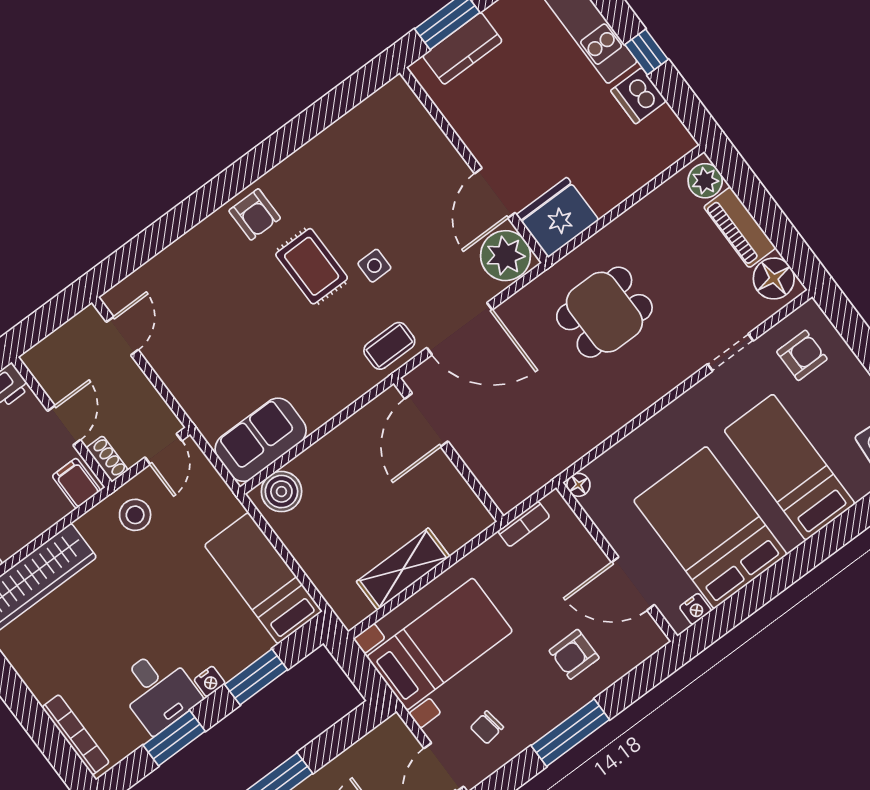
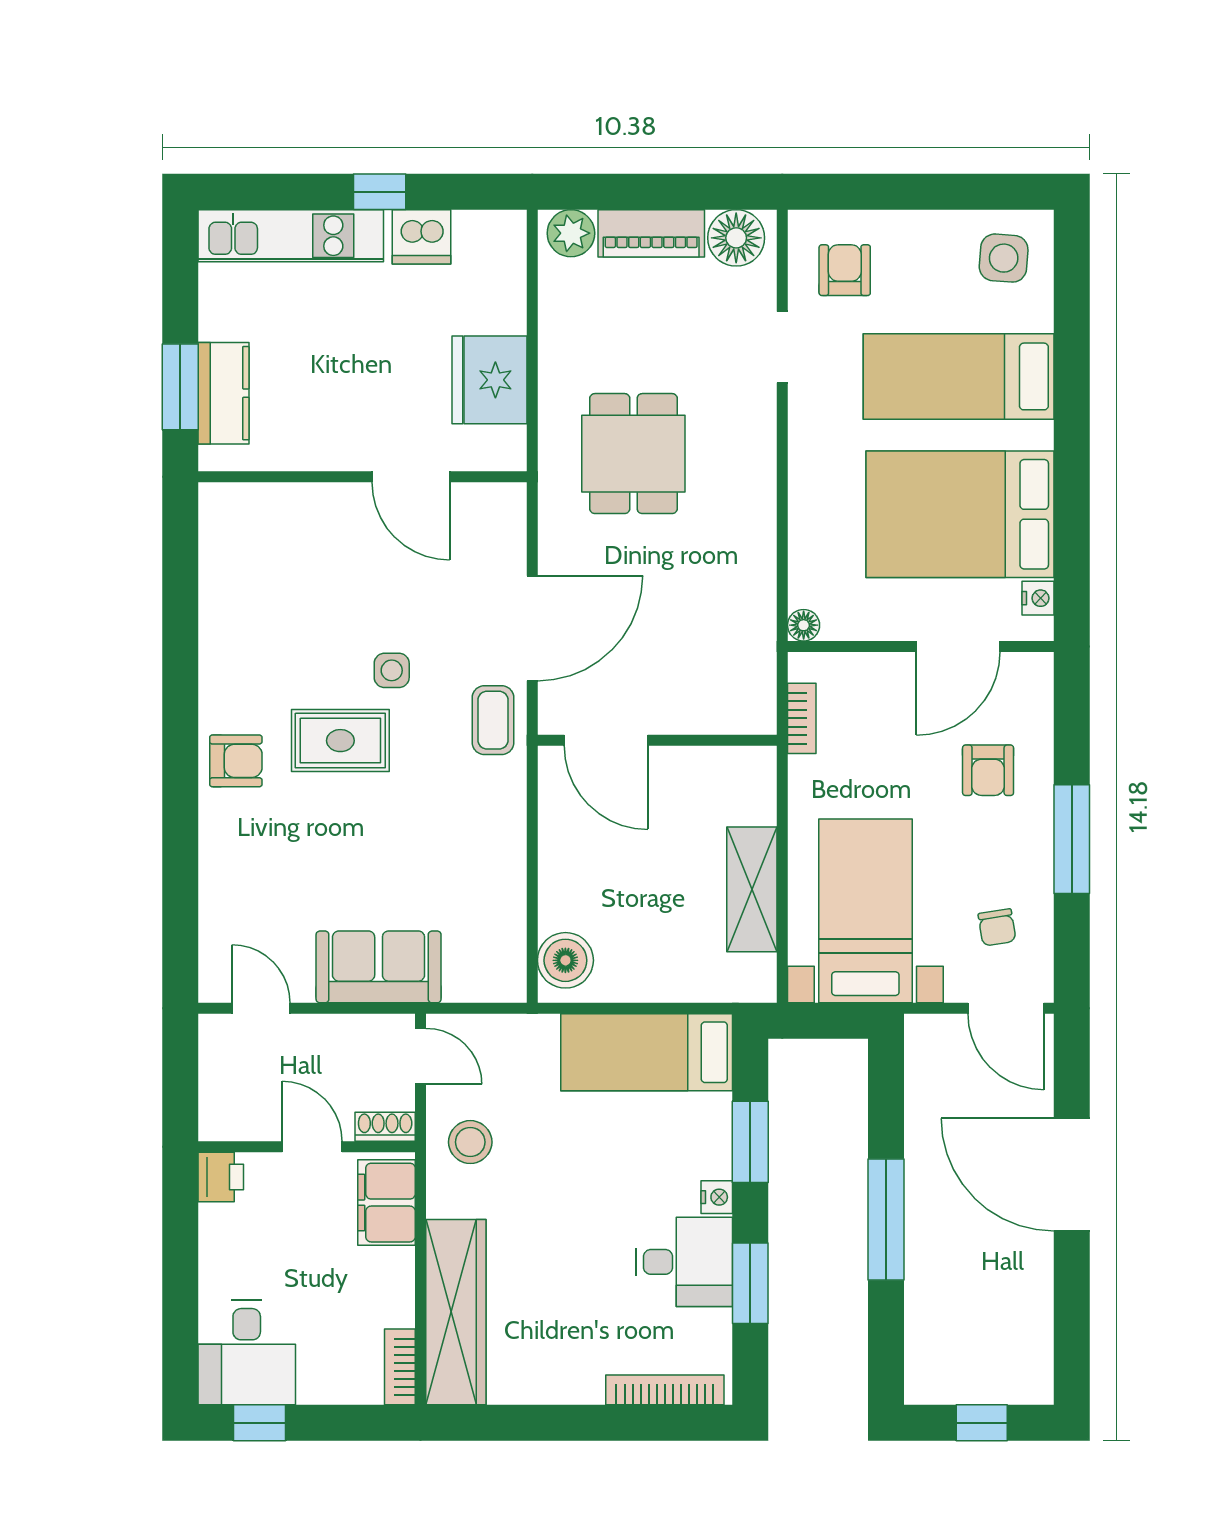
fridge: (557, 217) -> (489, 380), moved
plant: (506, 256) -> (489, 517), removed
sofa: (261, 440) -> (379, 967), moved, turned 90
filing cabinet: (76, 483) -> (386, 1203), width x2.00

